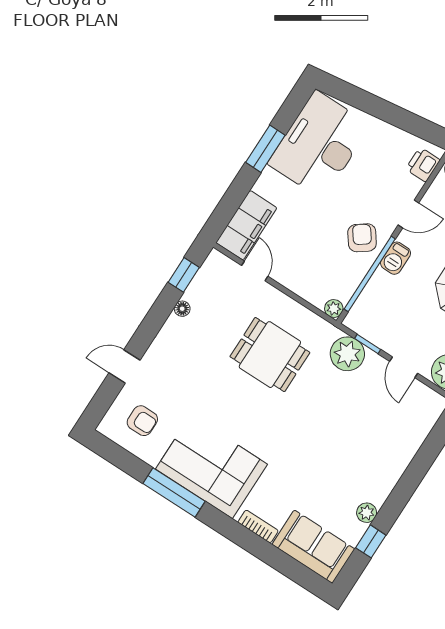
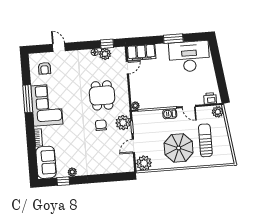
armchair: (362, 238) -> (168, 97), removed
plant: (199, 292) -> (105, 54), added
chair: (322, 397) -> (101, 125), added

